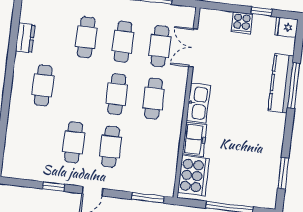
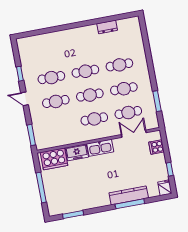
cooker: (242, 23) -> (156, 147), moved
cafe table: (43, 85) -> (85, 71), moved

